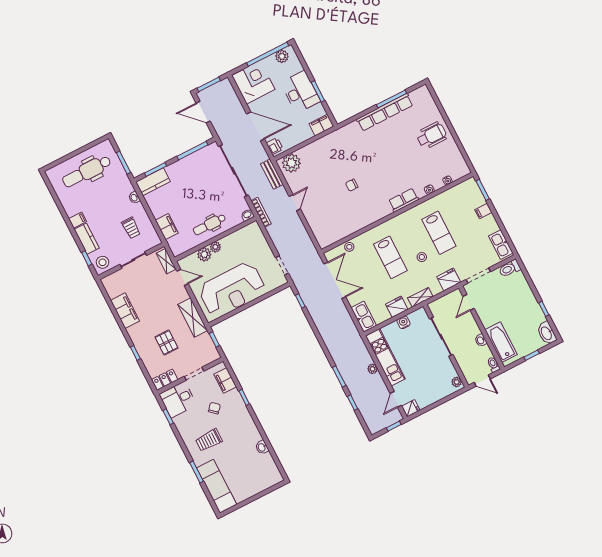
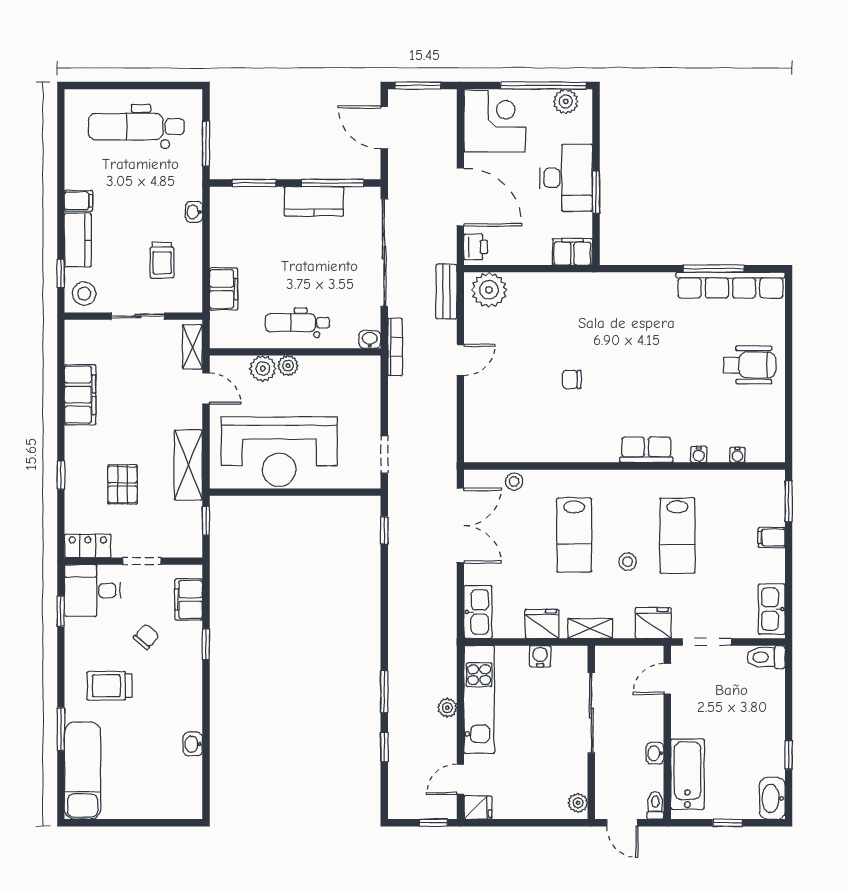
row of seats: (385, 112) -> (730, 285), moved
kitchen counter: (153, 182) -> (314, 201), moved

